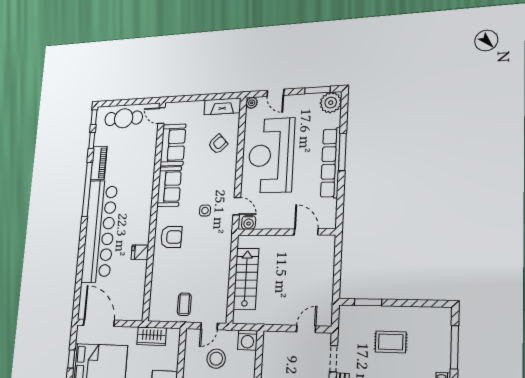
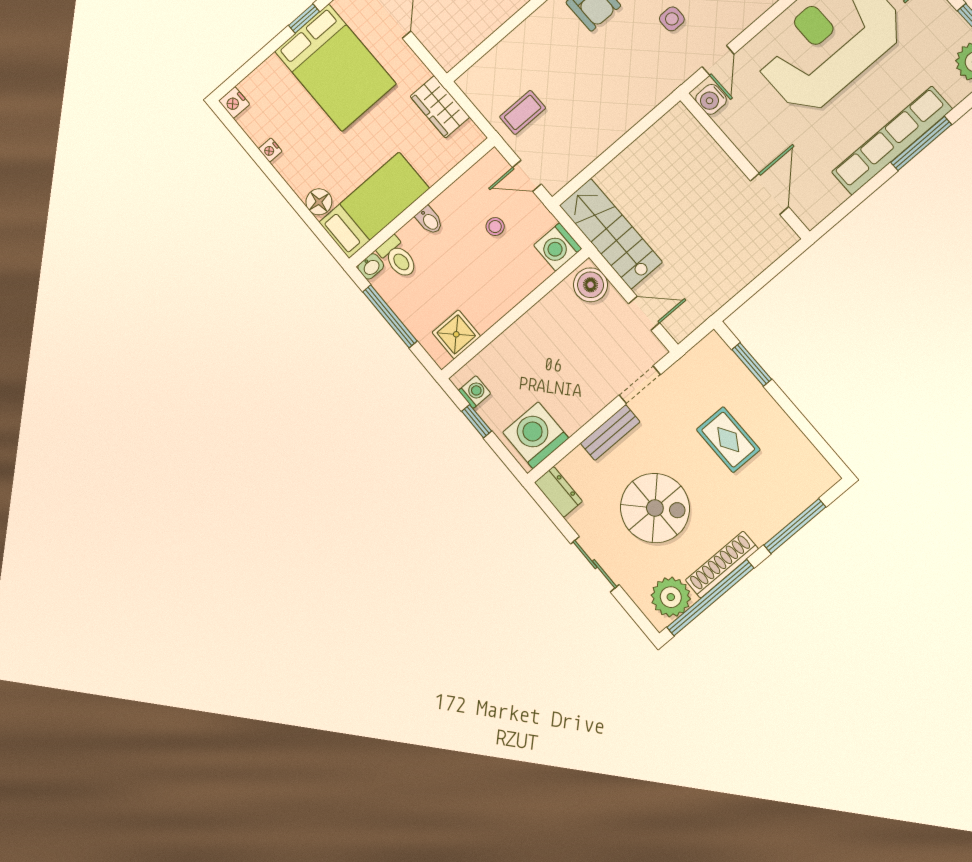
stairs: (246, 279) -> (611, 234), moved, turned -90
boiler: (275, 341) -> (591, 285), added
stool: (216, 359) -> (495, 227), width x0.53, depth x0.53

